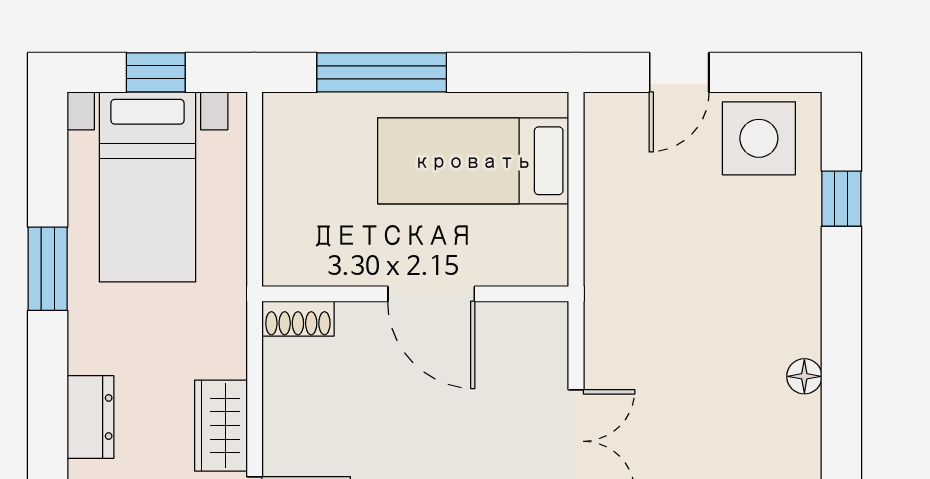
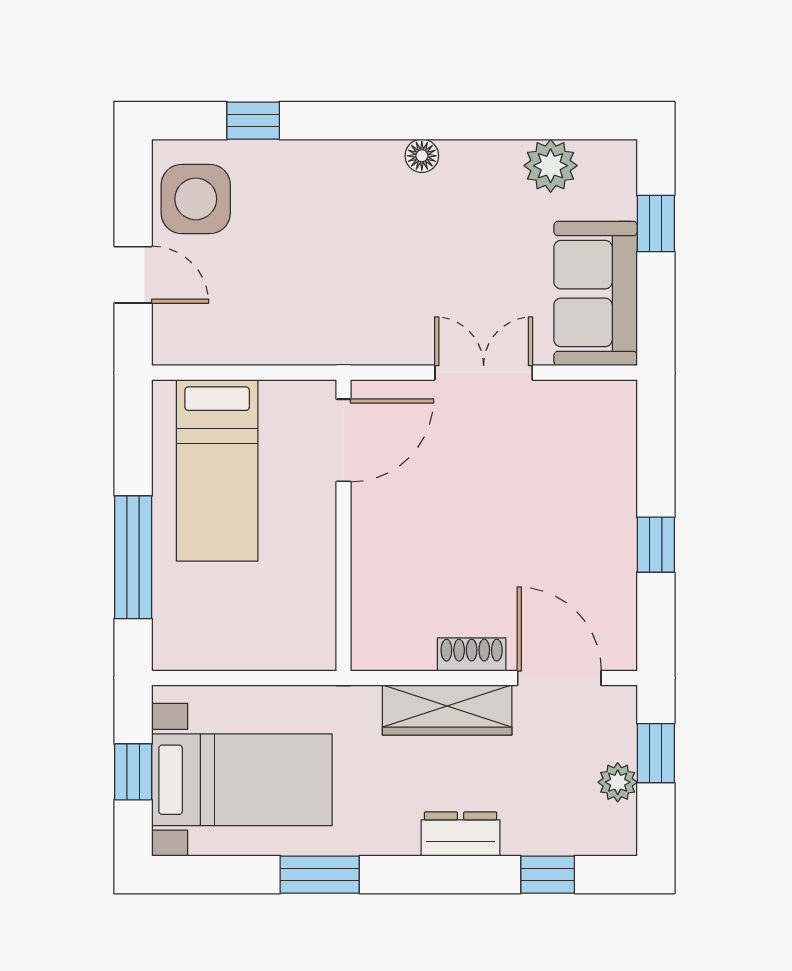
door: (431, 294) -> (344, 440), moved
shoe rack: (298, 319) -> (472, 654), moved, turned -90
wardrobe: (221, 426) -> (447, 710), width x1.50

